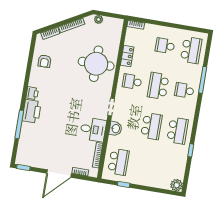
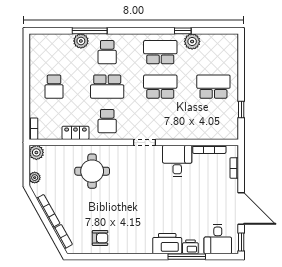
plant: (117, 24) -> (36, 152), added
school desk: (191, 50) -> (54, 52), removed
round table: (96, 64) -> (92, 171), width x0.73, depth x0.73
plant: (196, 72) -> (81, 41), added
printer: (32, 93) -> (190, 247), moved
washbasin: (115, 129) -> (171, 132), removed
desk: (28, 150) -> (218, 239), added
school desk: (118, 162) -> (213, 87), moved
door: (59, 174) -> (241, 209), moved
plant: (177, 185) -> (192, 41), moved

